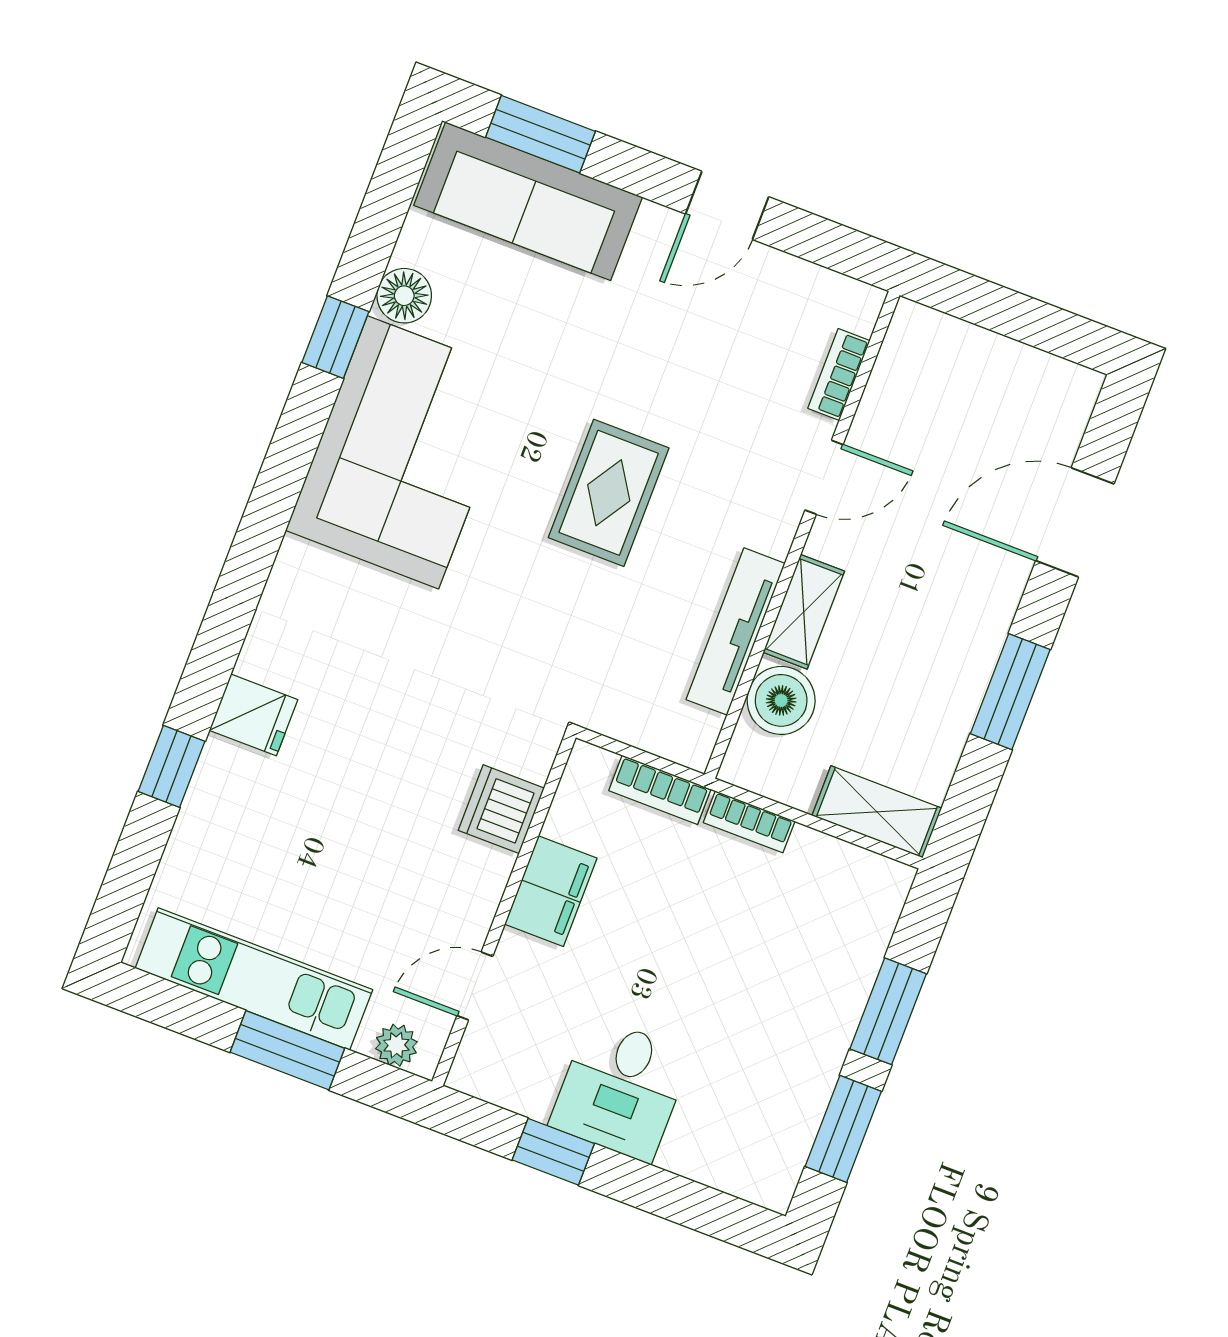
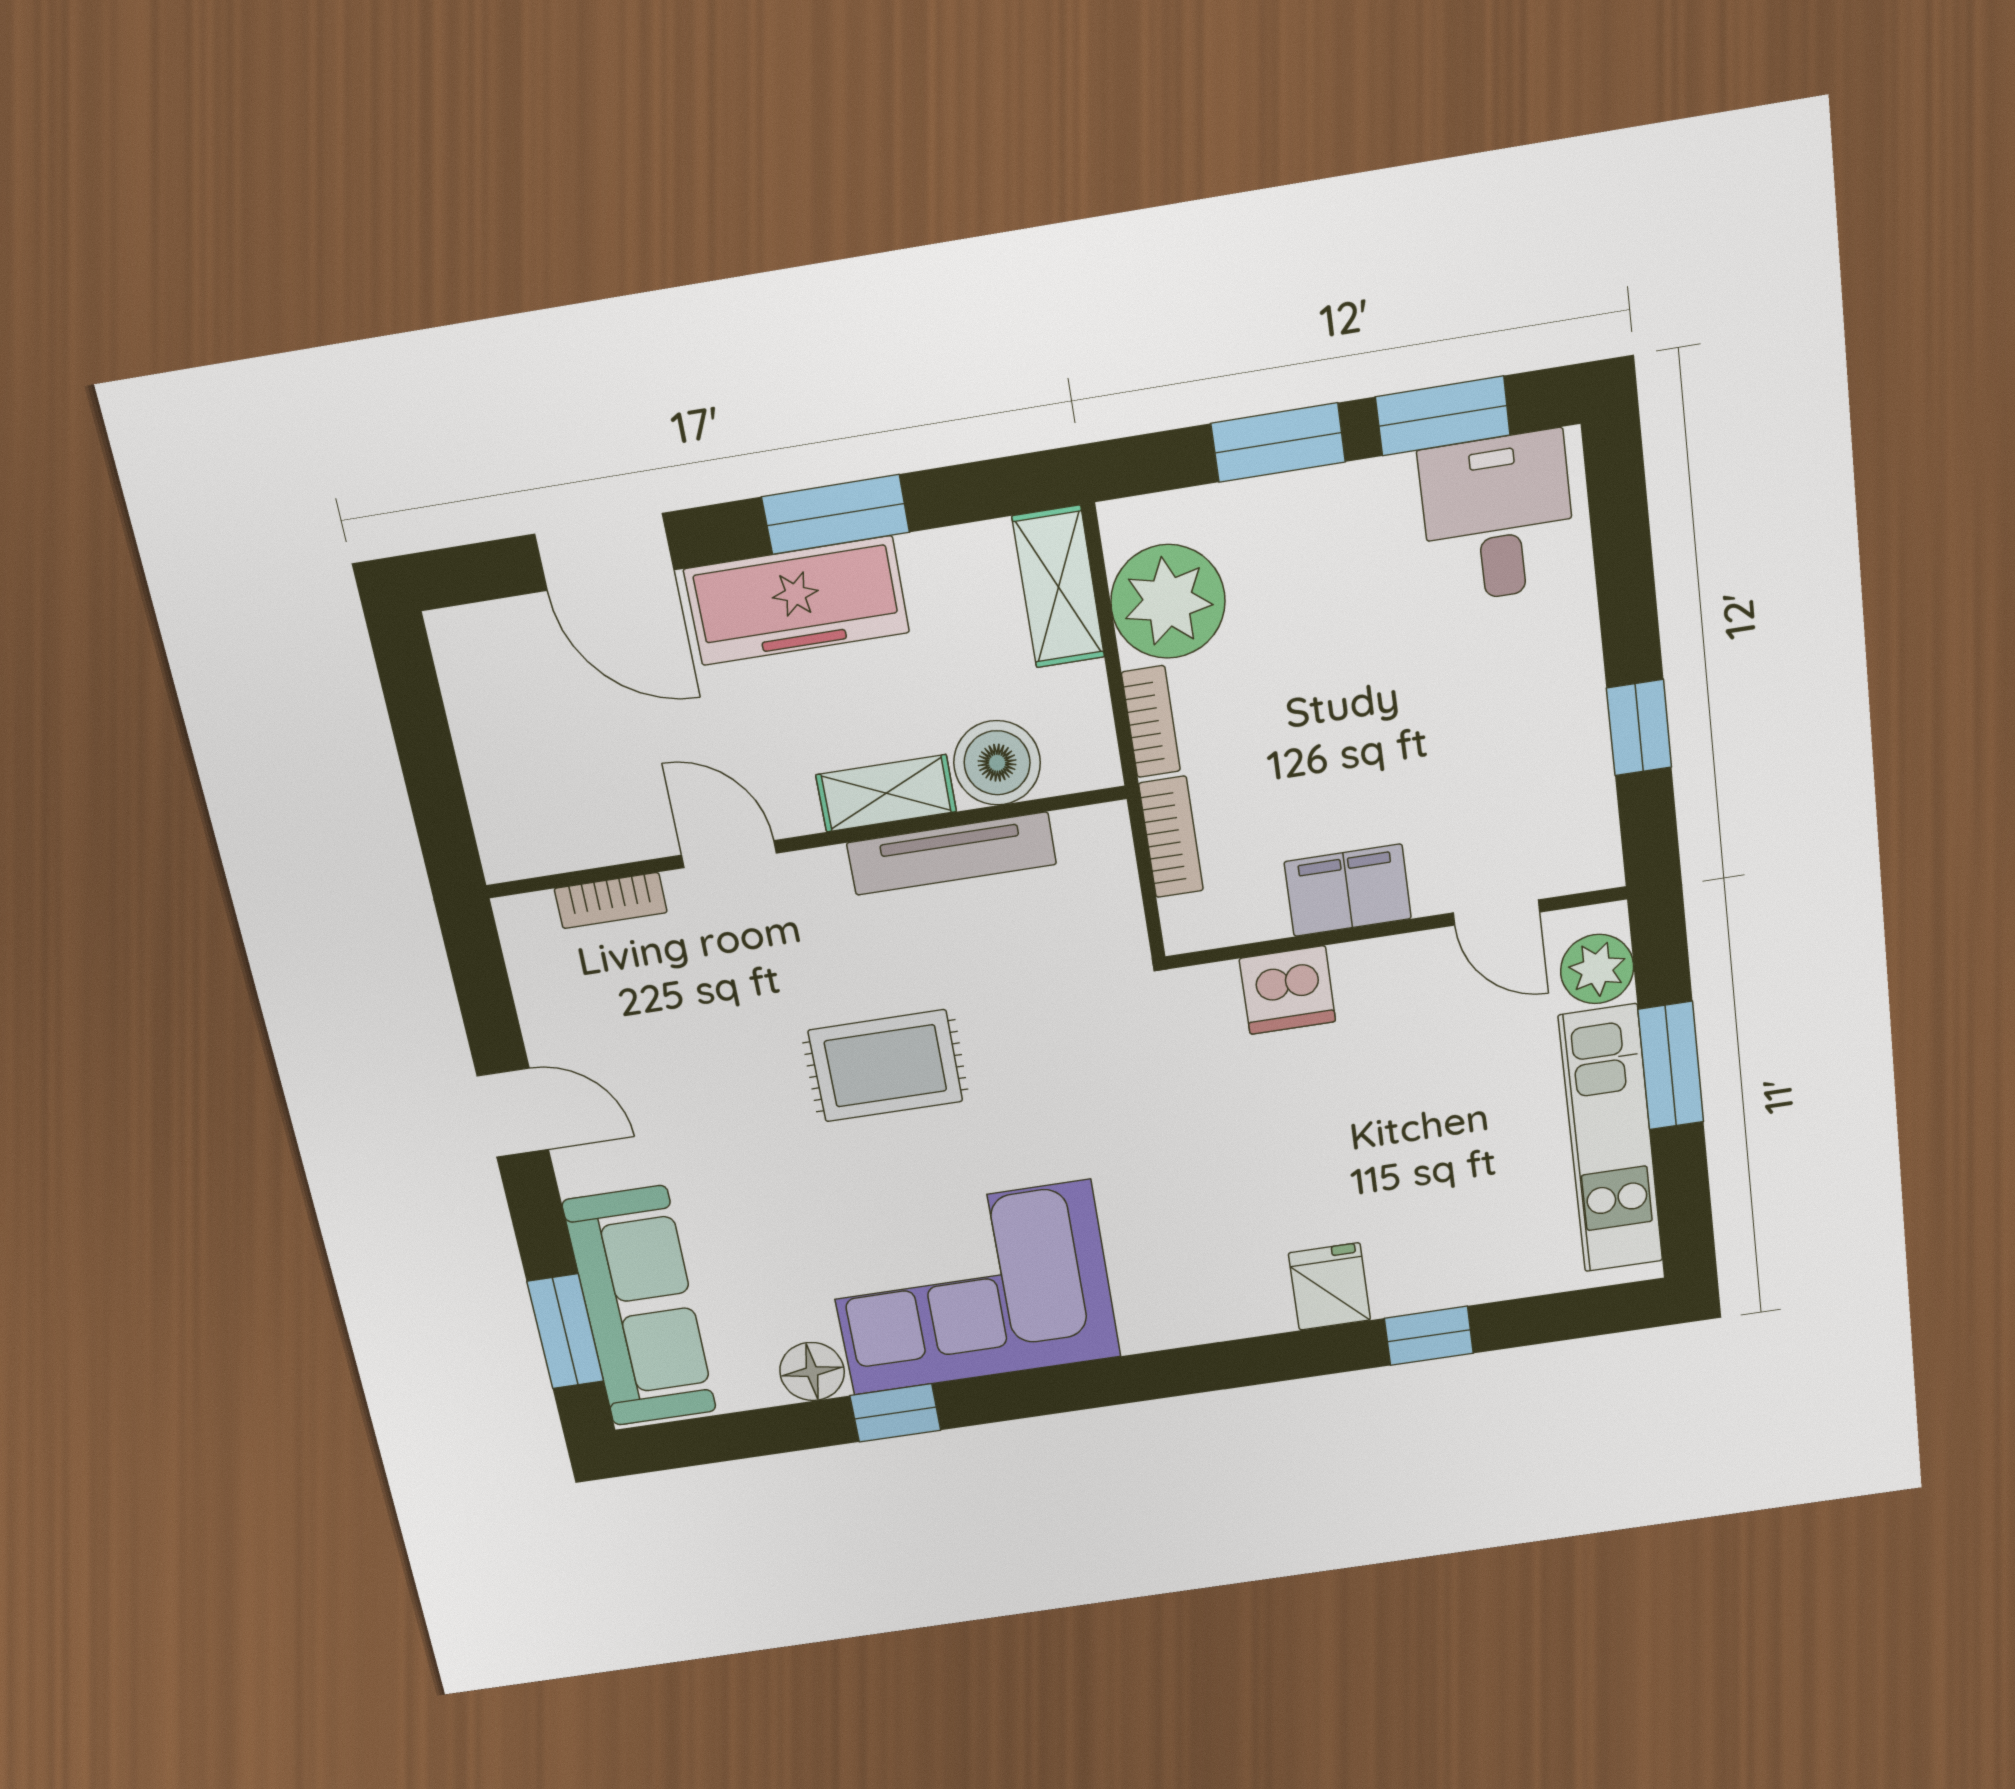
freezer: (969, 631) -> (797, 601), added
plant: (825, 880) -> (1168, 602), added
plant: (396, 1045) -> (1597, 969), width x1.38, depth x1.38
desk: (621, 1089) -> (1498, 518), moved, turned -90

